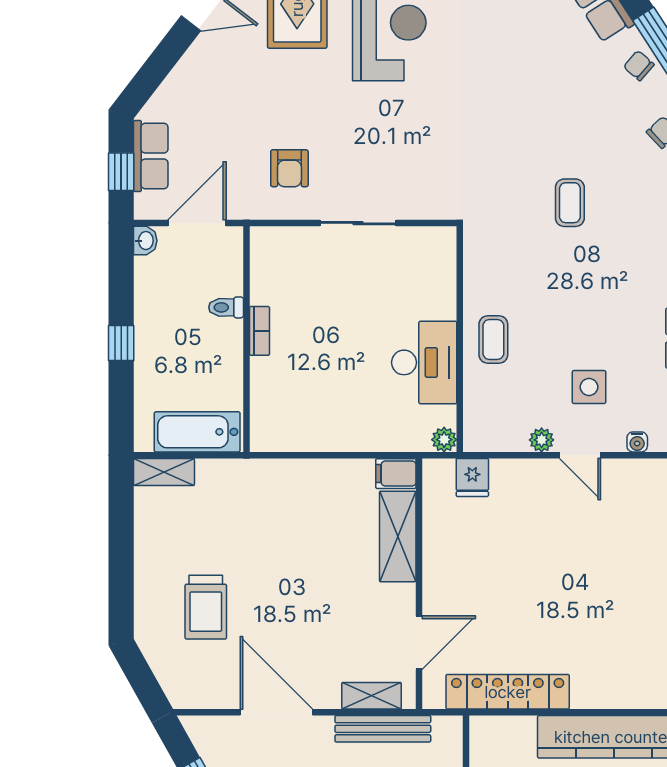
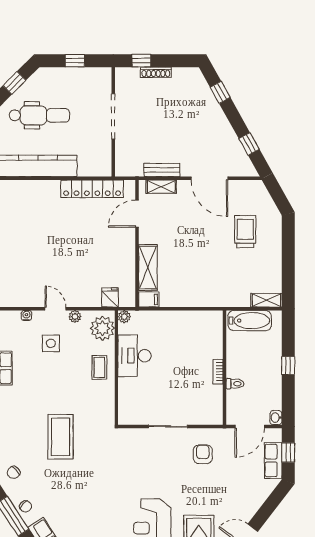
coffee table: (570, 203) -> (61, 437), width x1.86, depth x1.72
plant: (487, 417) -> (102, 328), added
bench: (383, 729) -> (162, 170), width x0.73

